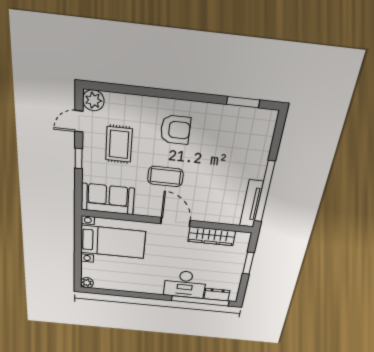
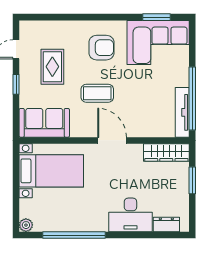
plant: (93, 100) -> (28, 29), removed
corner sofa: (239, 131) -> (158, 42), added
wardrobe: (212, 236) -> (166, 152), moved
window: (200, 301) -> (74, 235), moved

